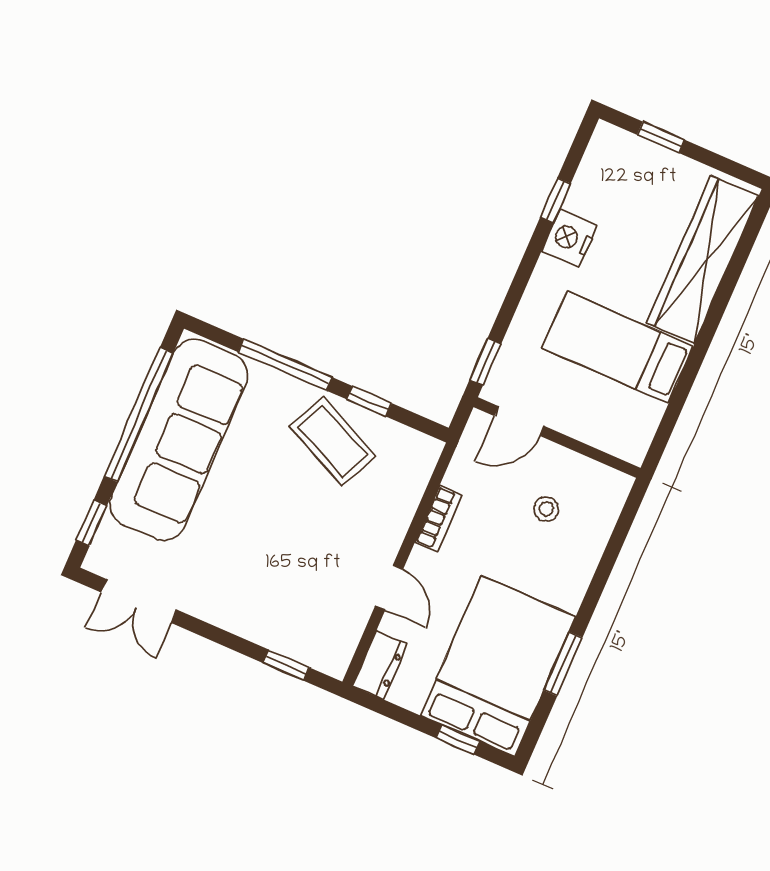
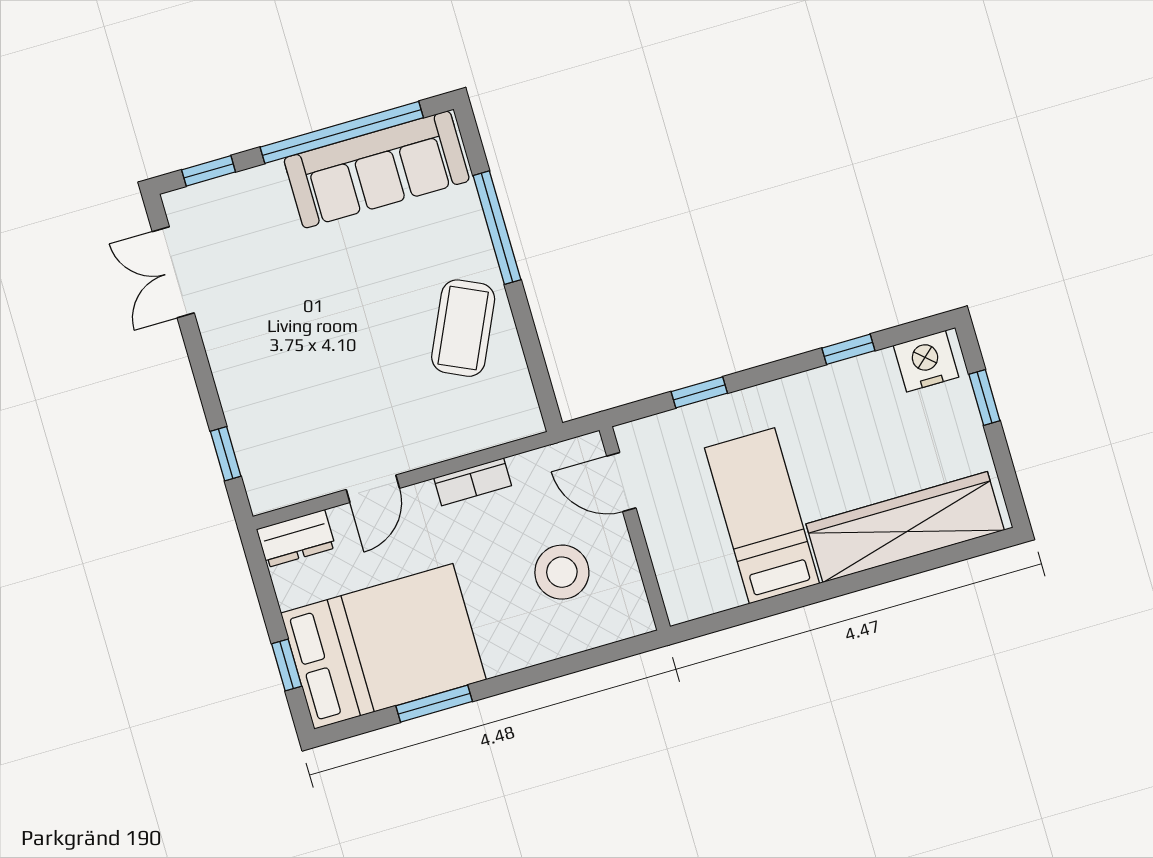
nightstand: (570, 238) -> (926, 361), moved
window: (485, 362) -> (699, 392), moved
window: (369, 401) -> (527, 331), removed
sofa: (179, 440) -> (377, 170), width x0.74, depth x0.79
stool: (546, 509) -> (562, 572), width x1.89, depth x1.89

